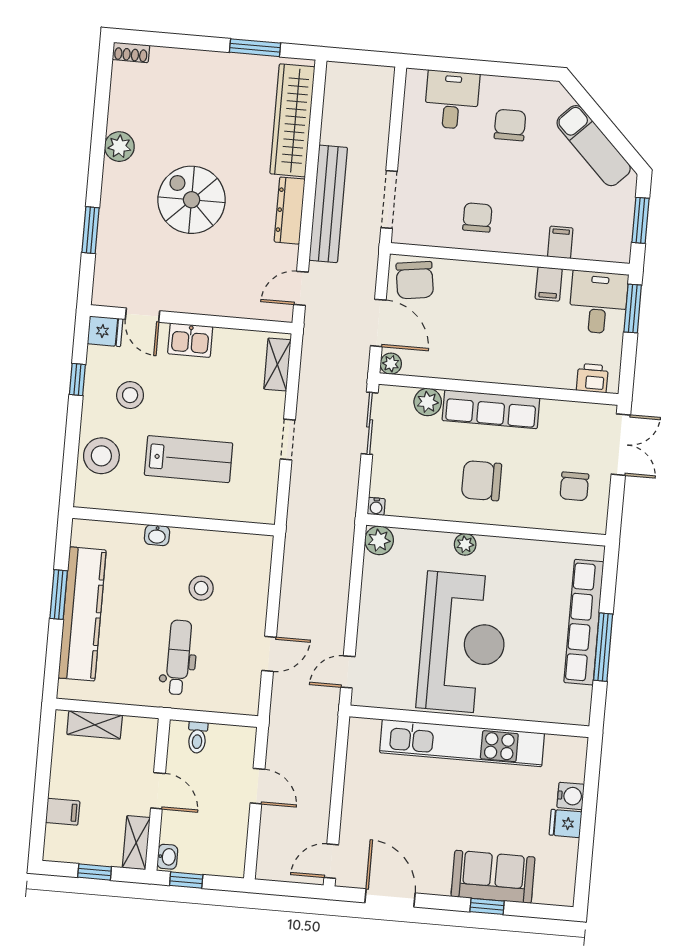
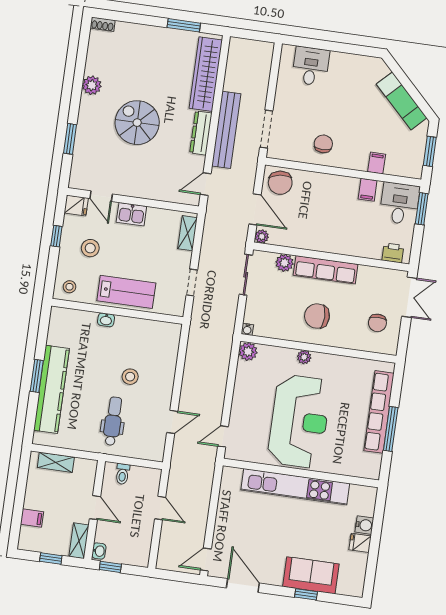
chair: (510, 125) -> (348, 85), removed
stool: (101, 456) -> (69, 287), width x0.53, depth x0.53
wall: (173, 521) -> (117, 311), moved
washbasin: (157, 535) -> (106, 320), moved

